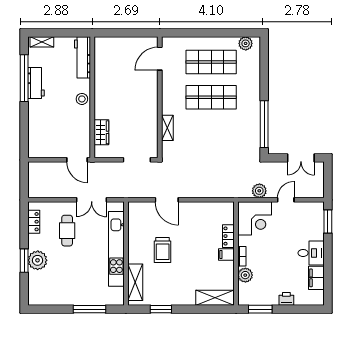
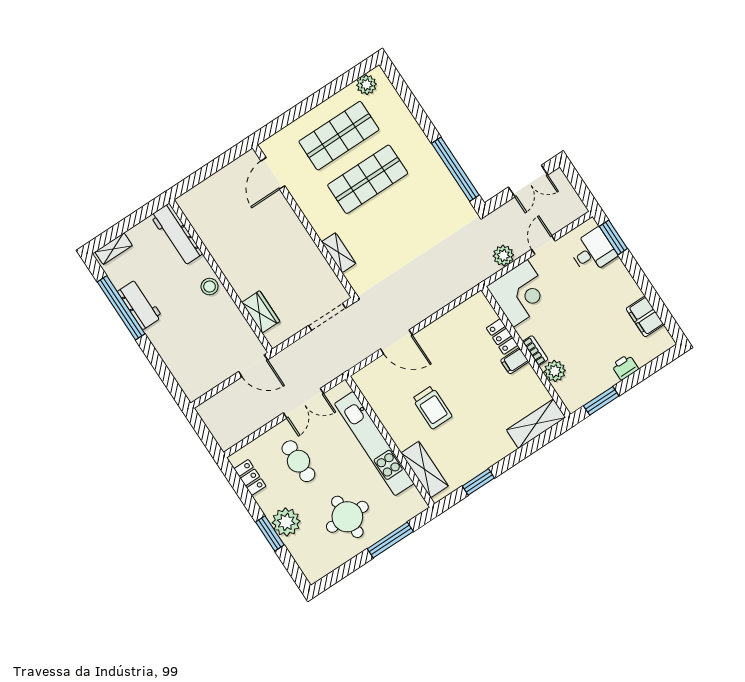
desk: (311, 253) -> (593, 251), moved
round table: (74, 280) -> (347, 517), added

